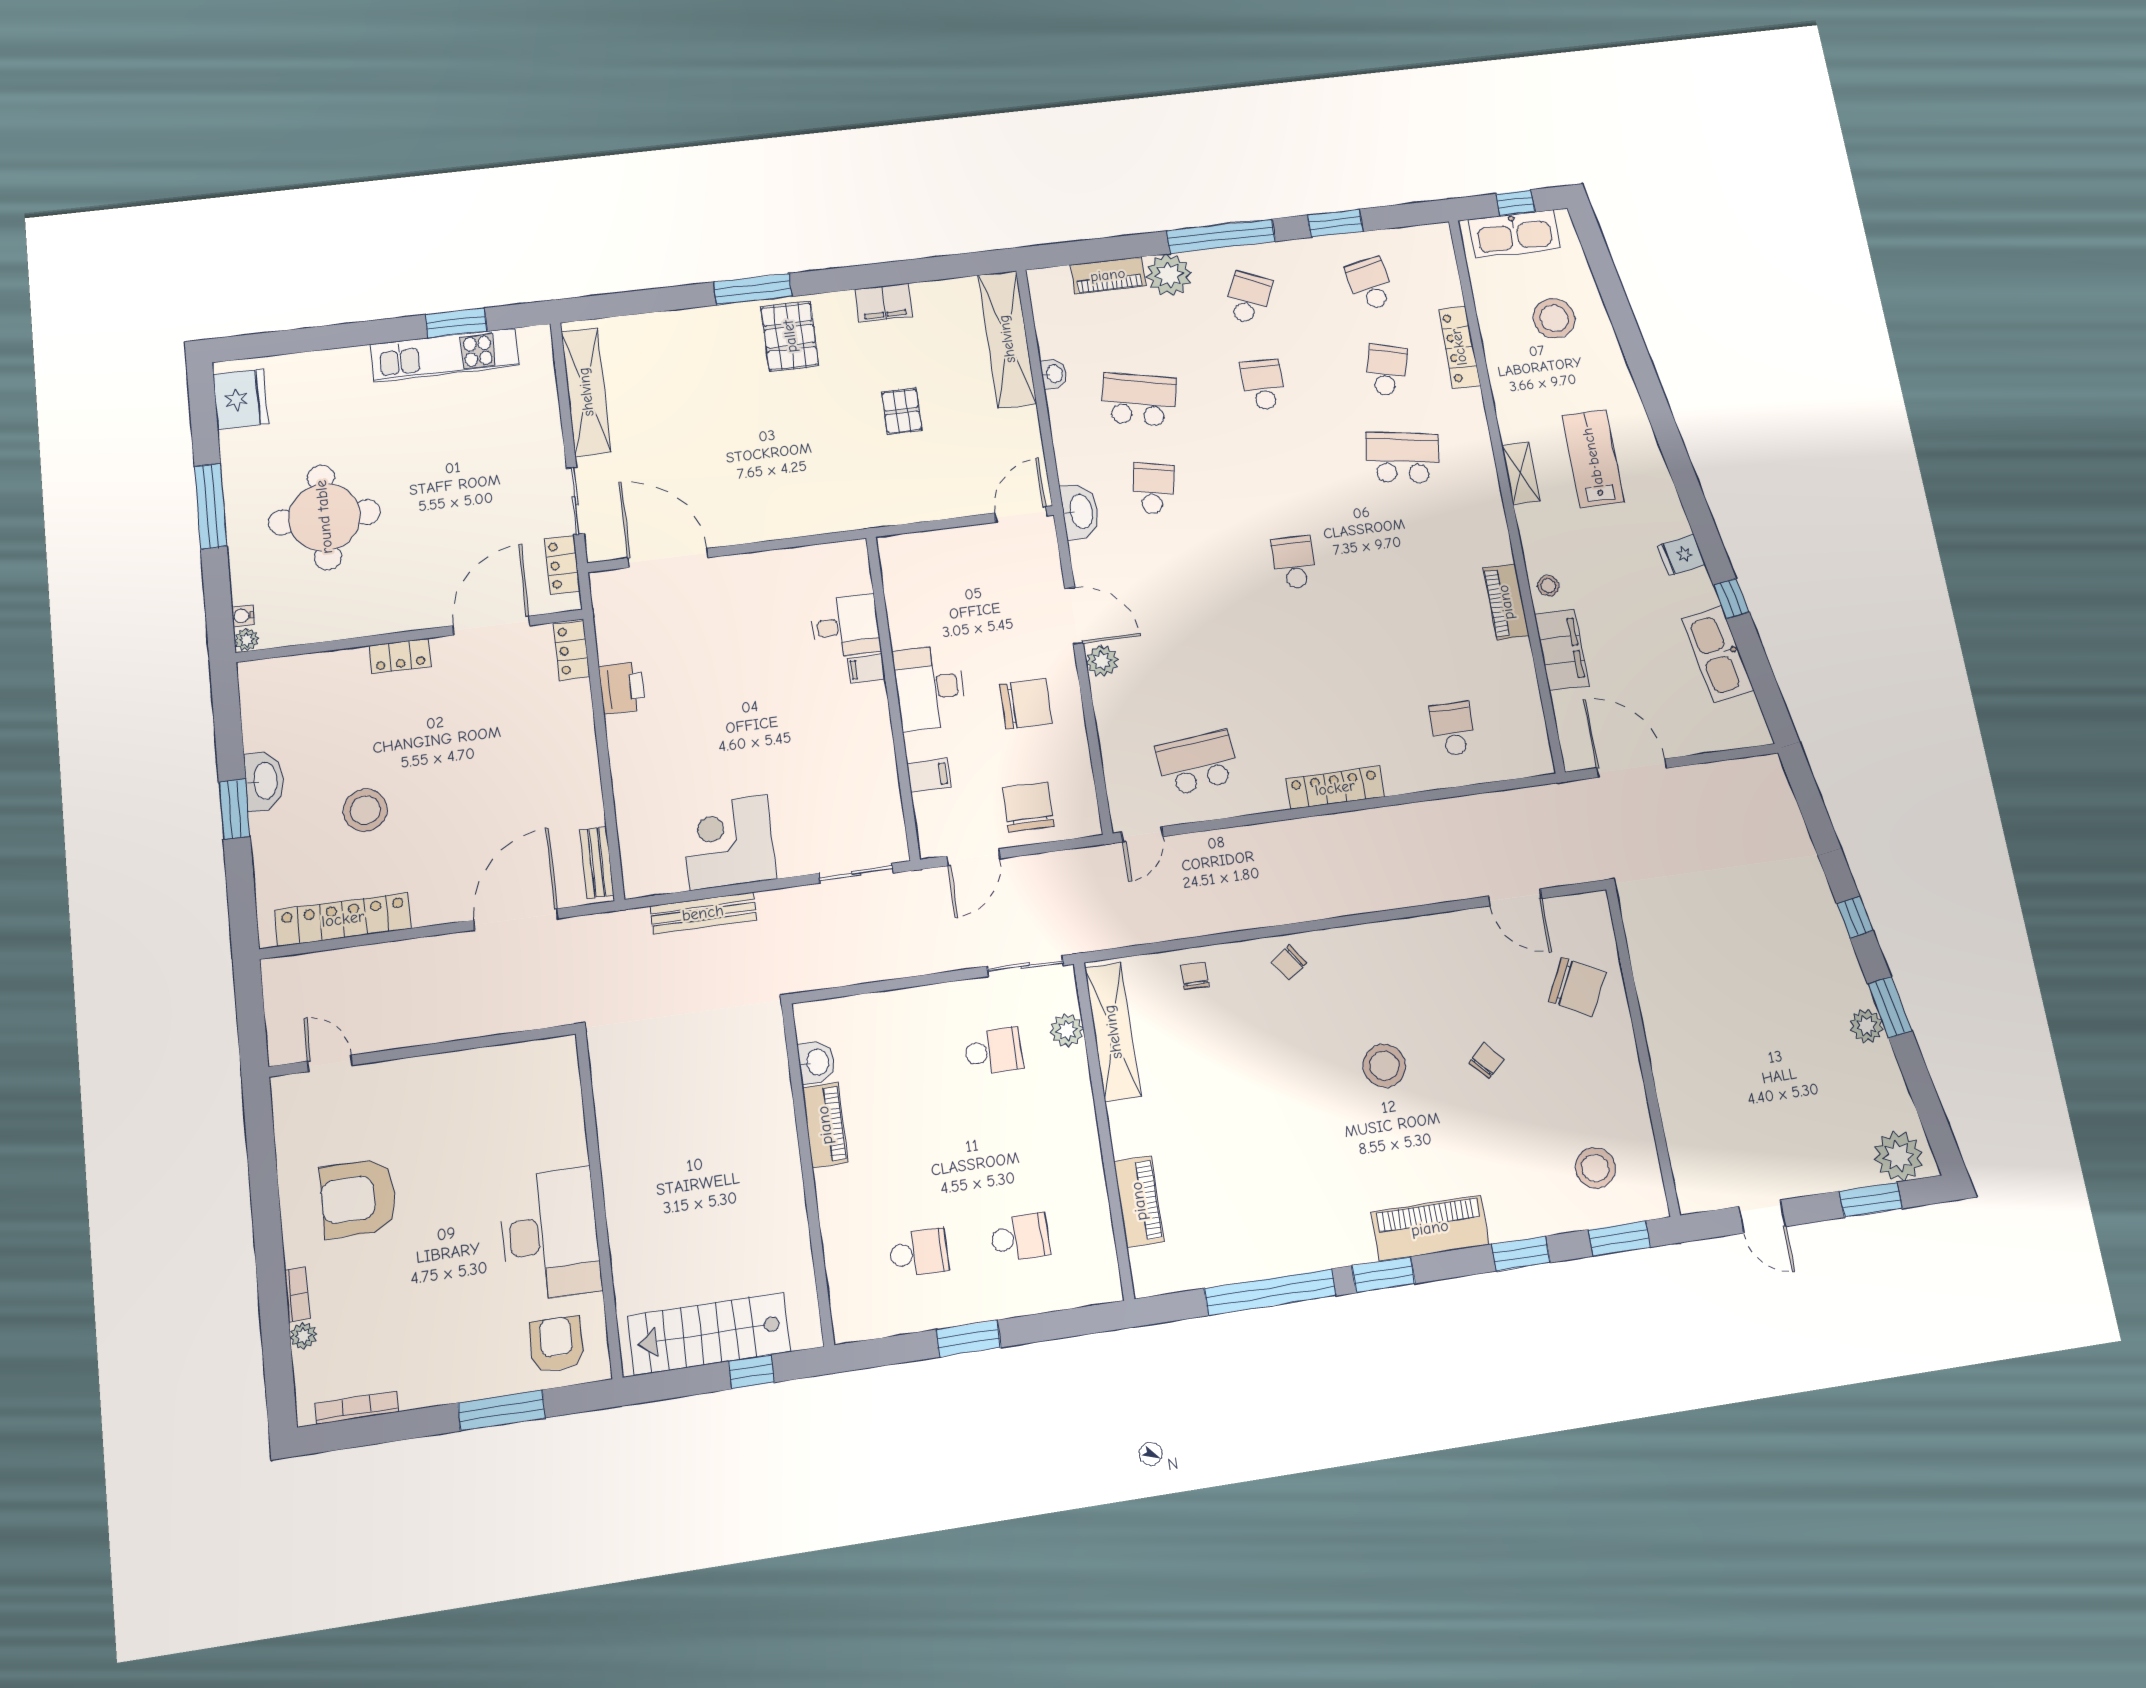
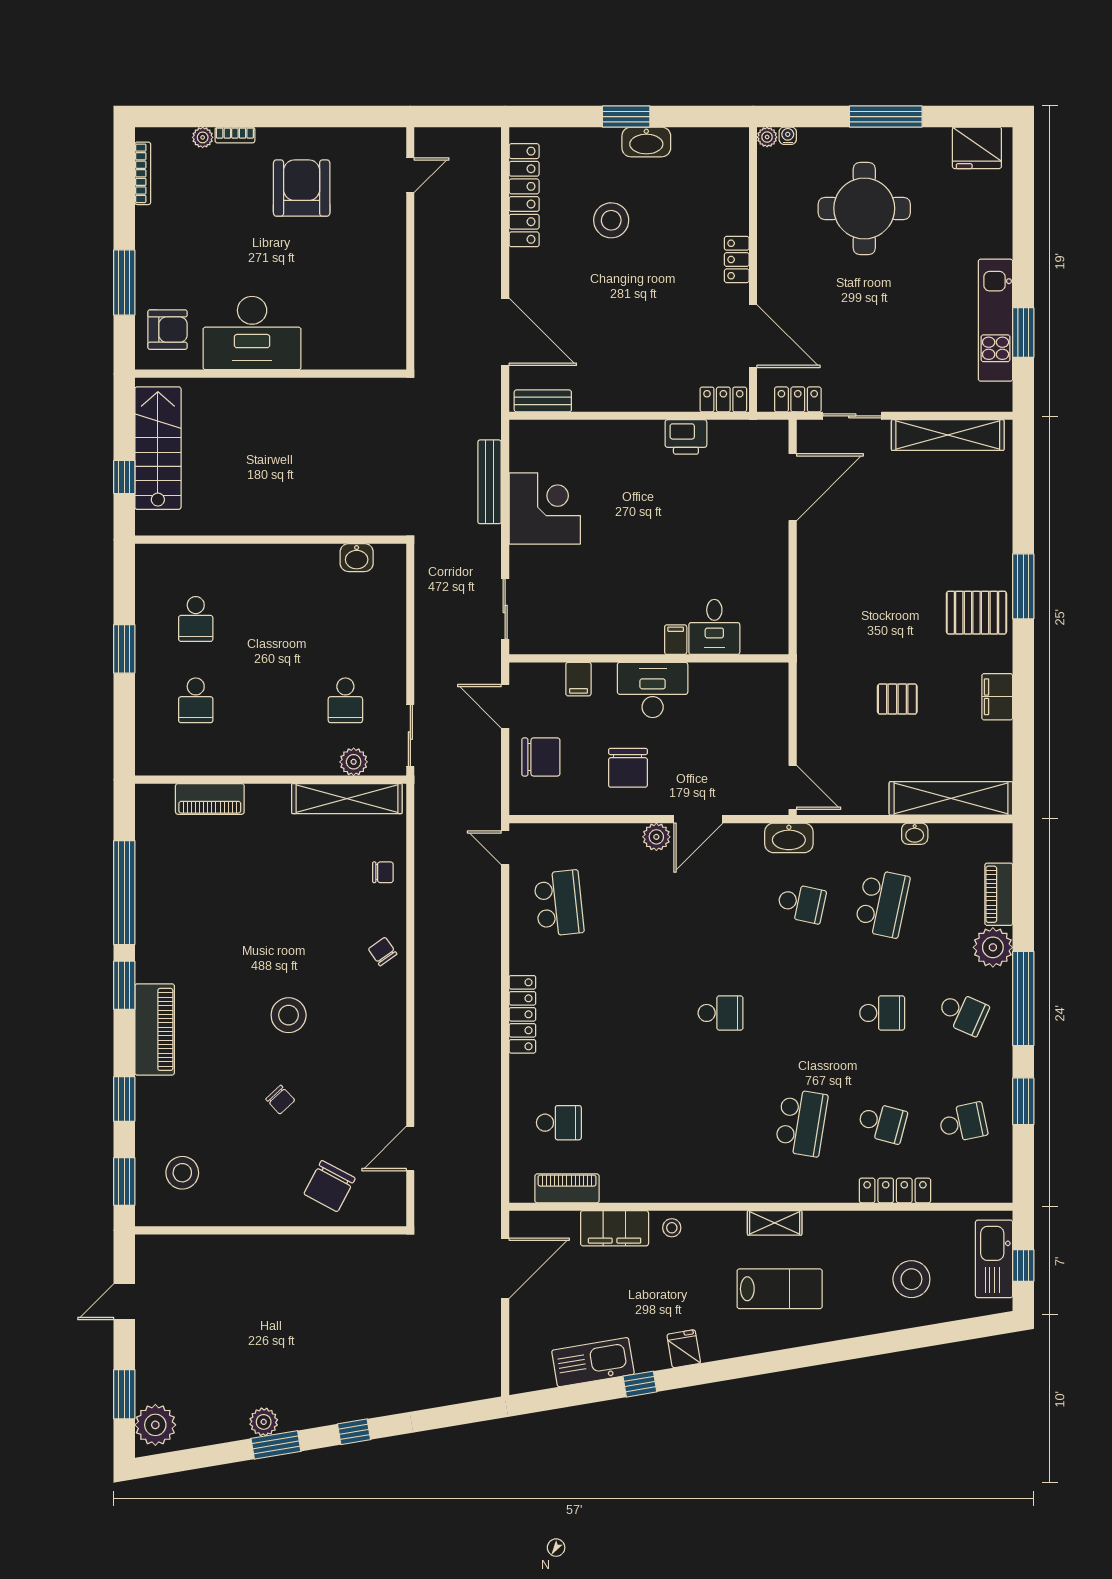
piano: (1506, 602) -> (567, 1188), moved
piano: (825, 1125) -> (306, 558), removed

